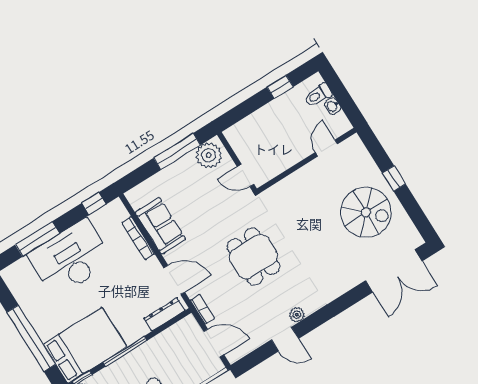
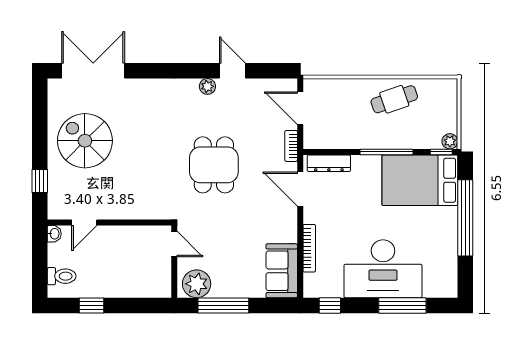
washbasin: (333, 106) -> (54, 234), moved
window: (394, 178) -> (40, 181), moved
sofa: (160, 226) -> (282, 271), moved

